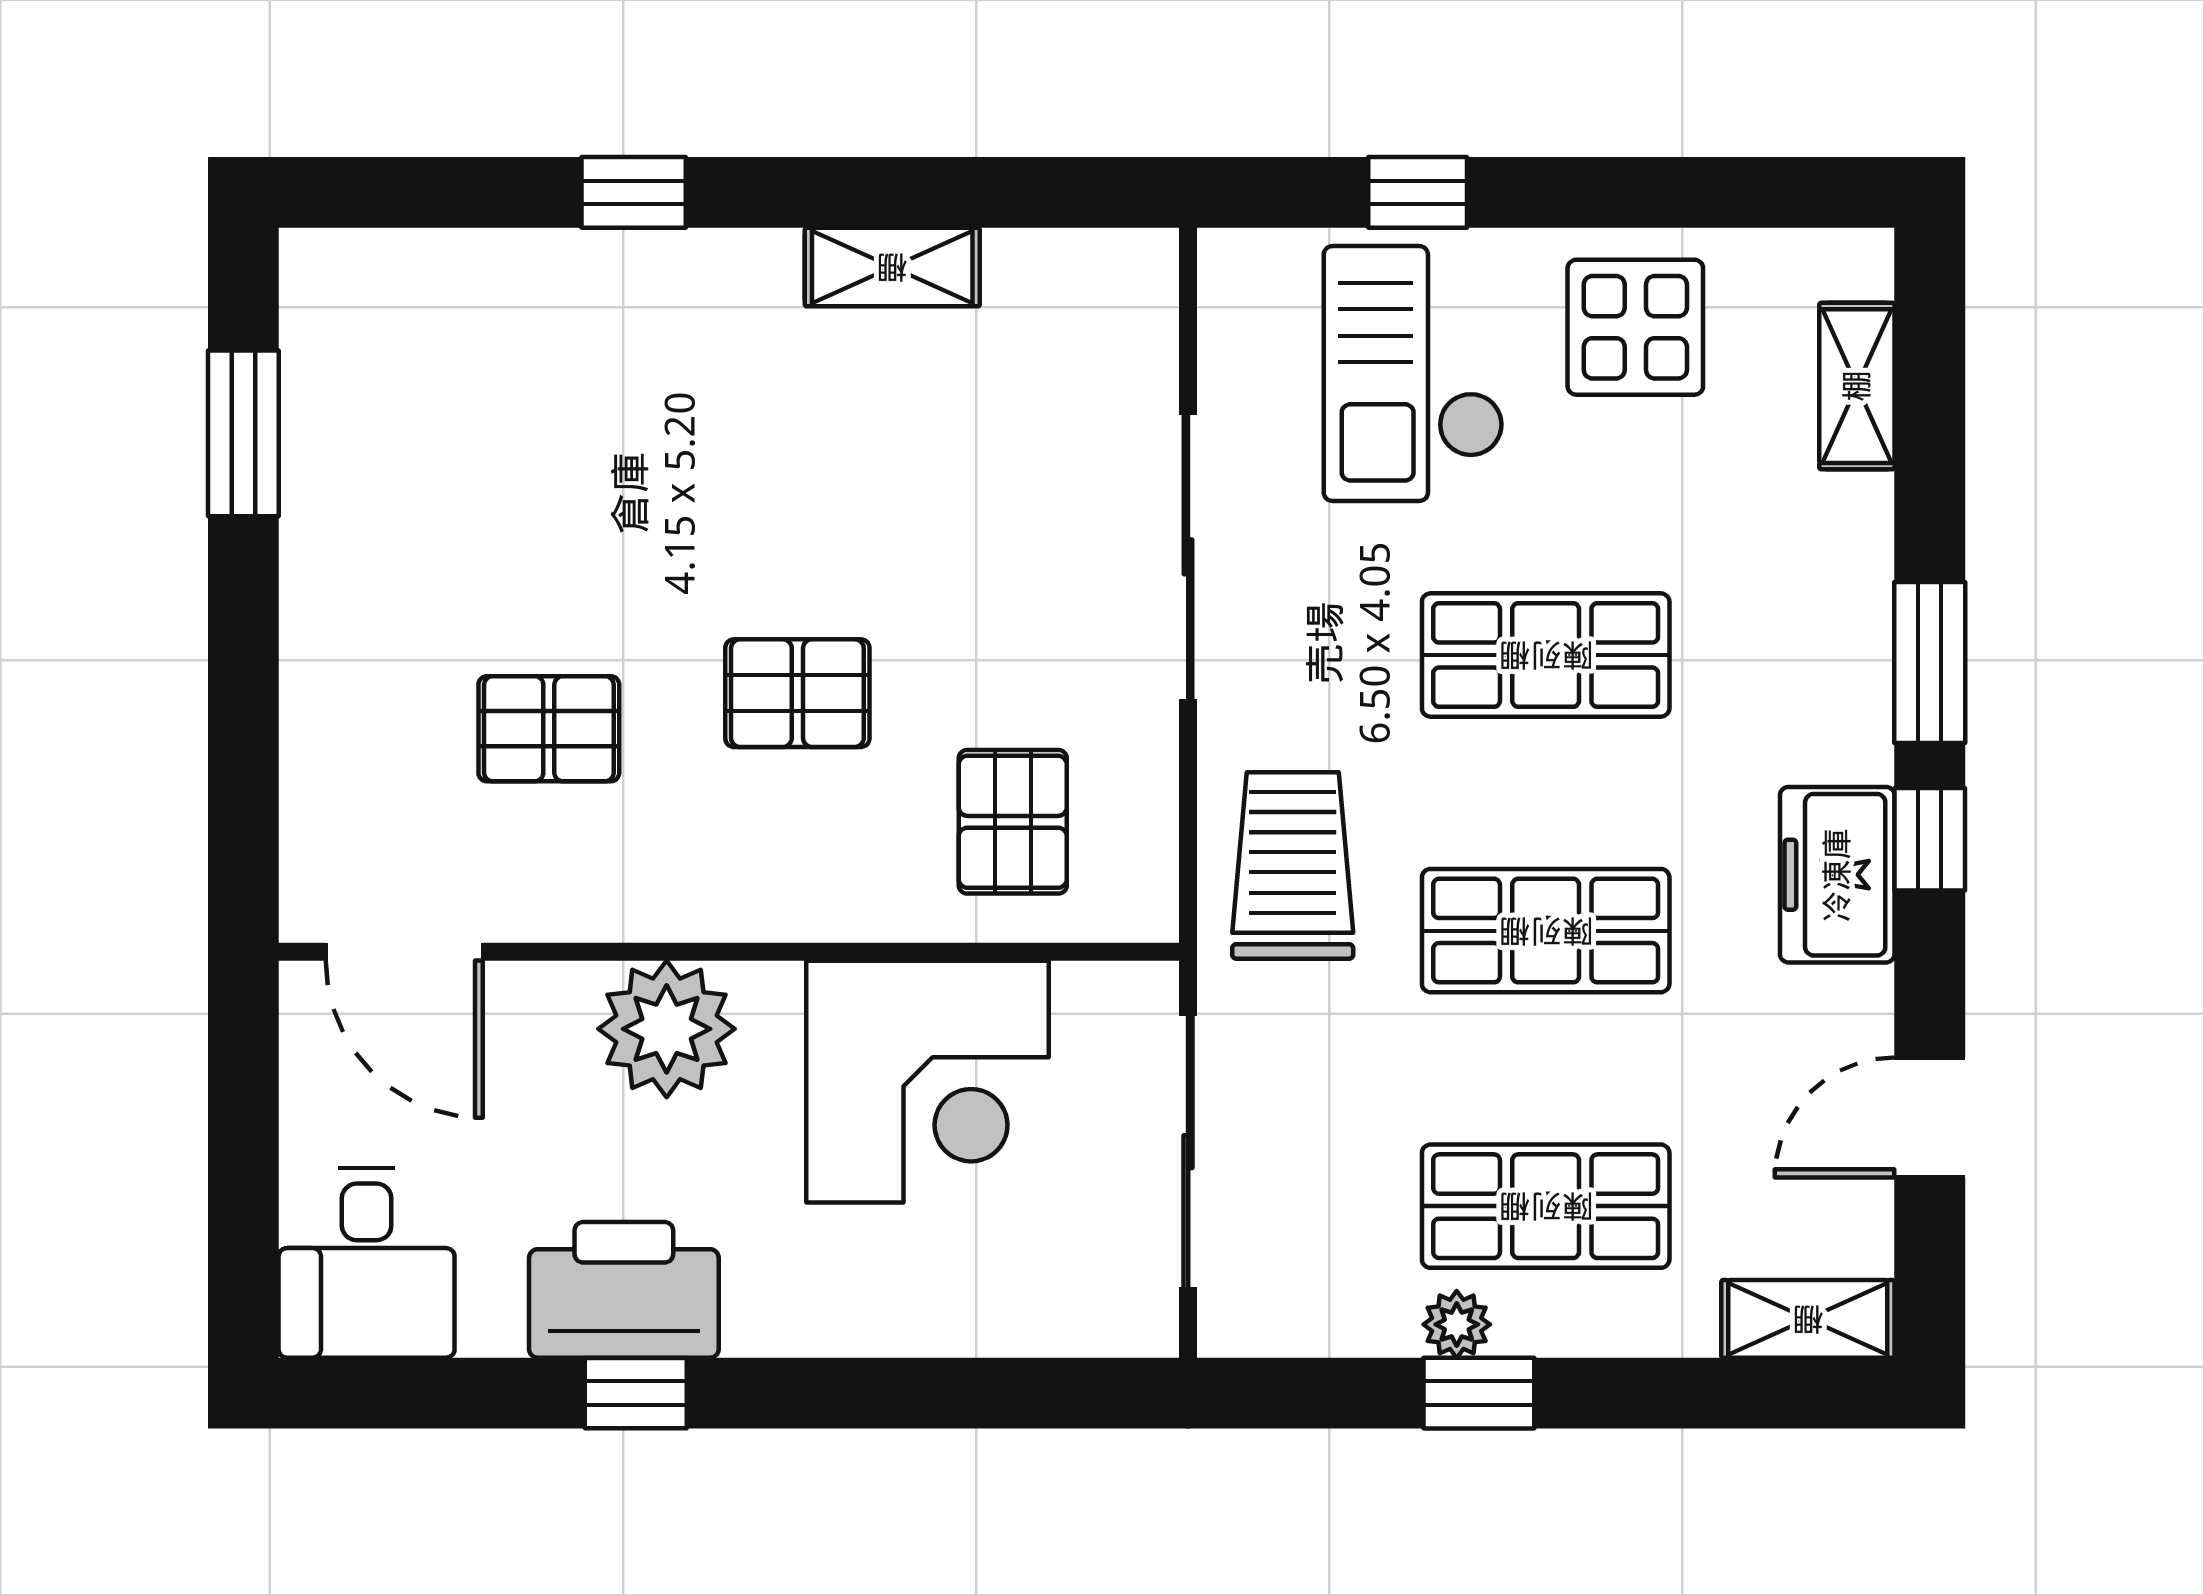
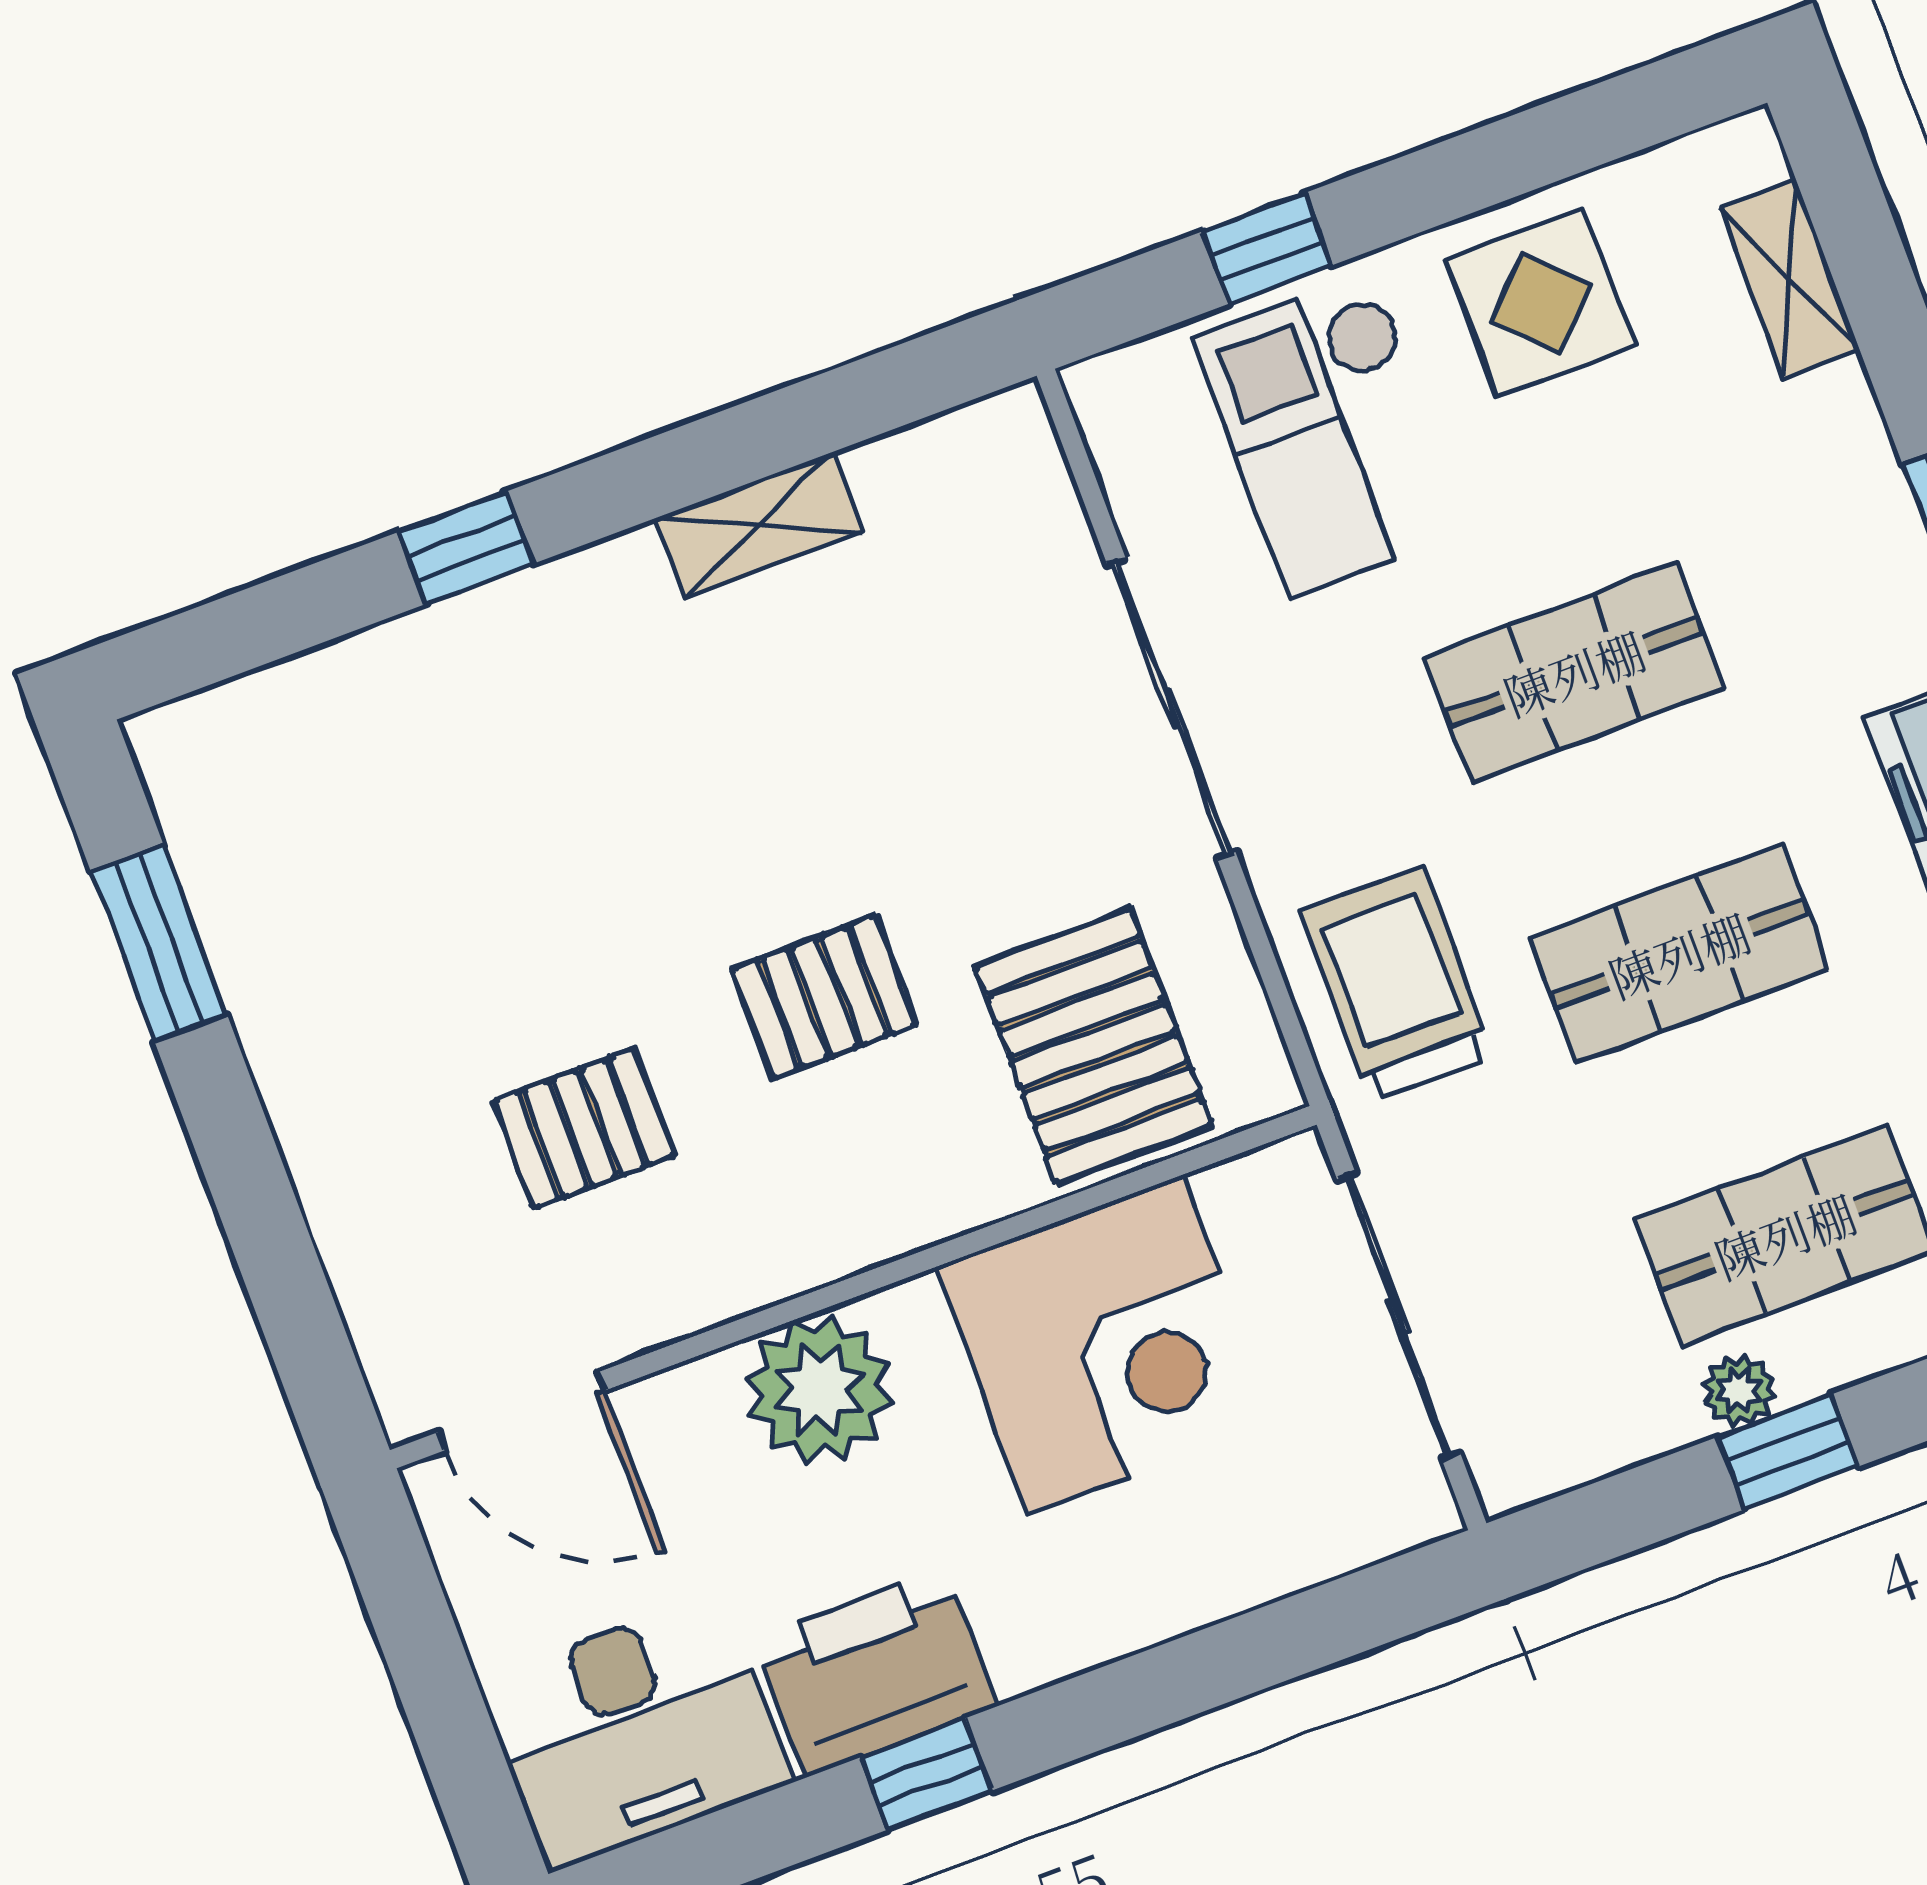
pallet: (1013, 822) -> (1093, 1046), width x1.50, depth x1.42
desk: (367, 1263) -> (635, 1731), width x1.37

